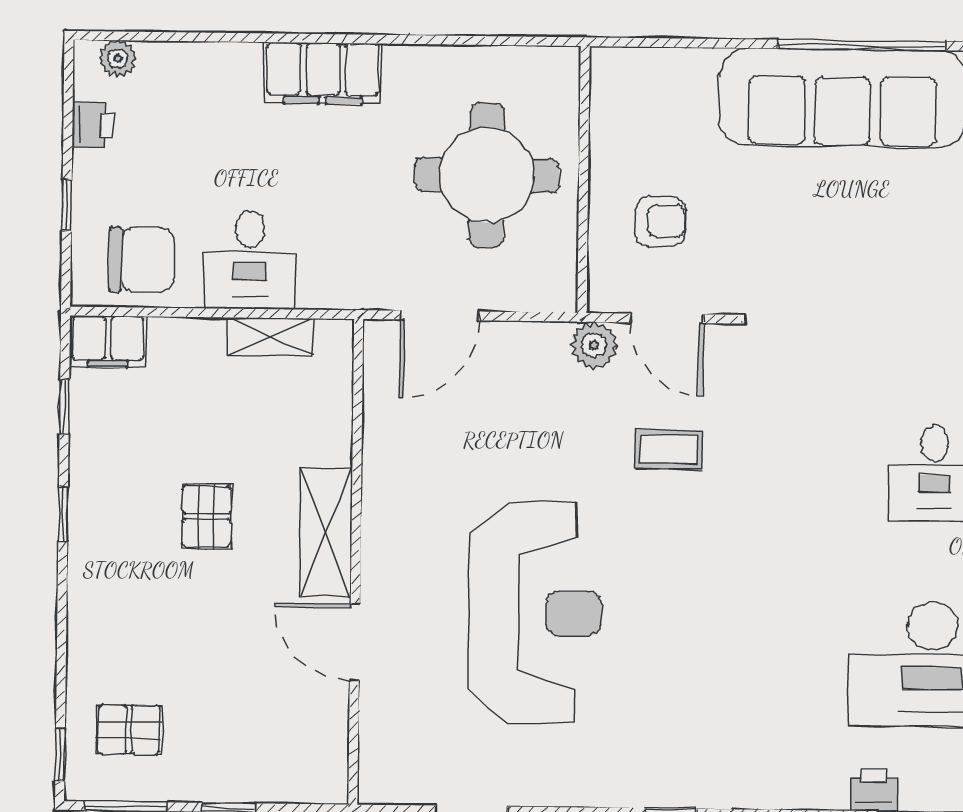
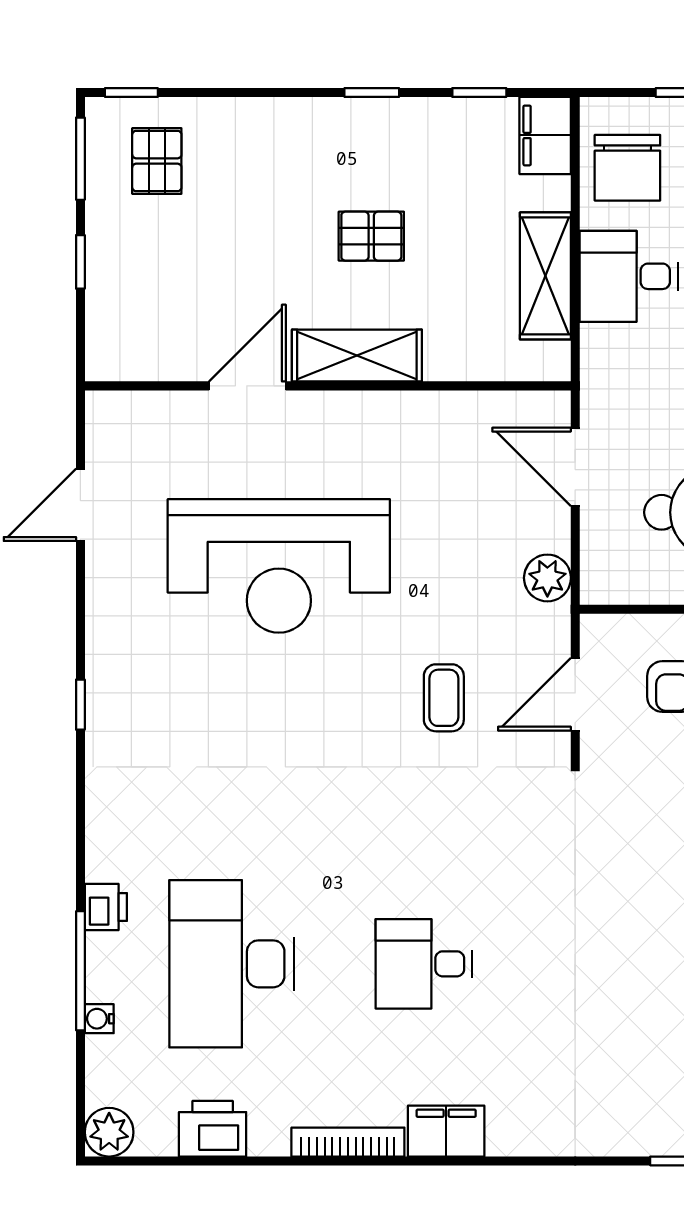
shelving: (270, 337) -> (545, 276), width x1.50, depth x1.33
plant: (594, 345) -> (547, 578), moved

